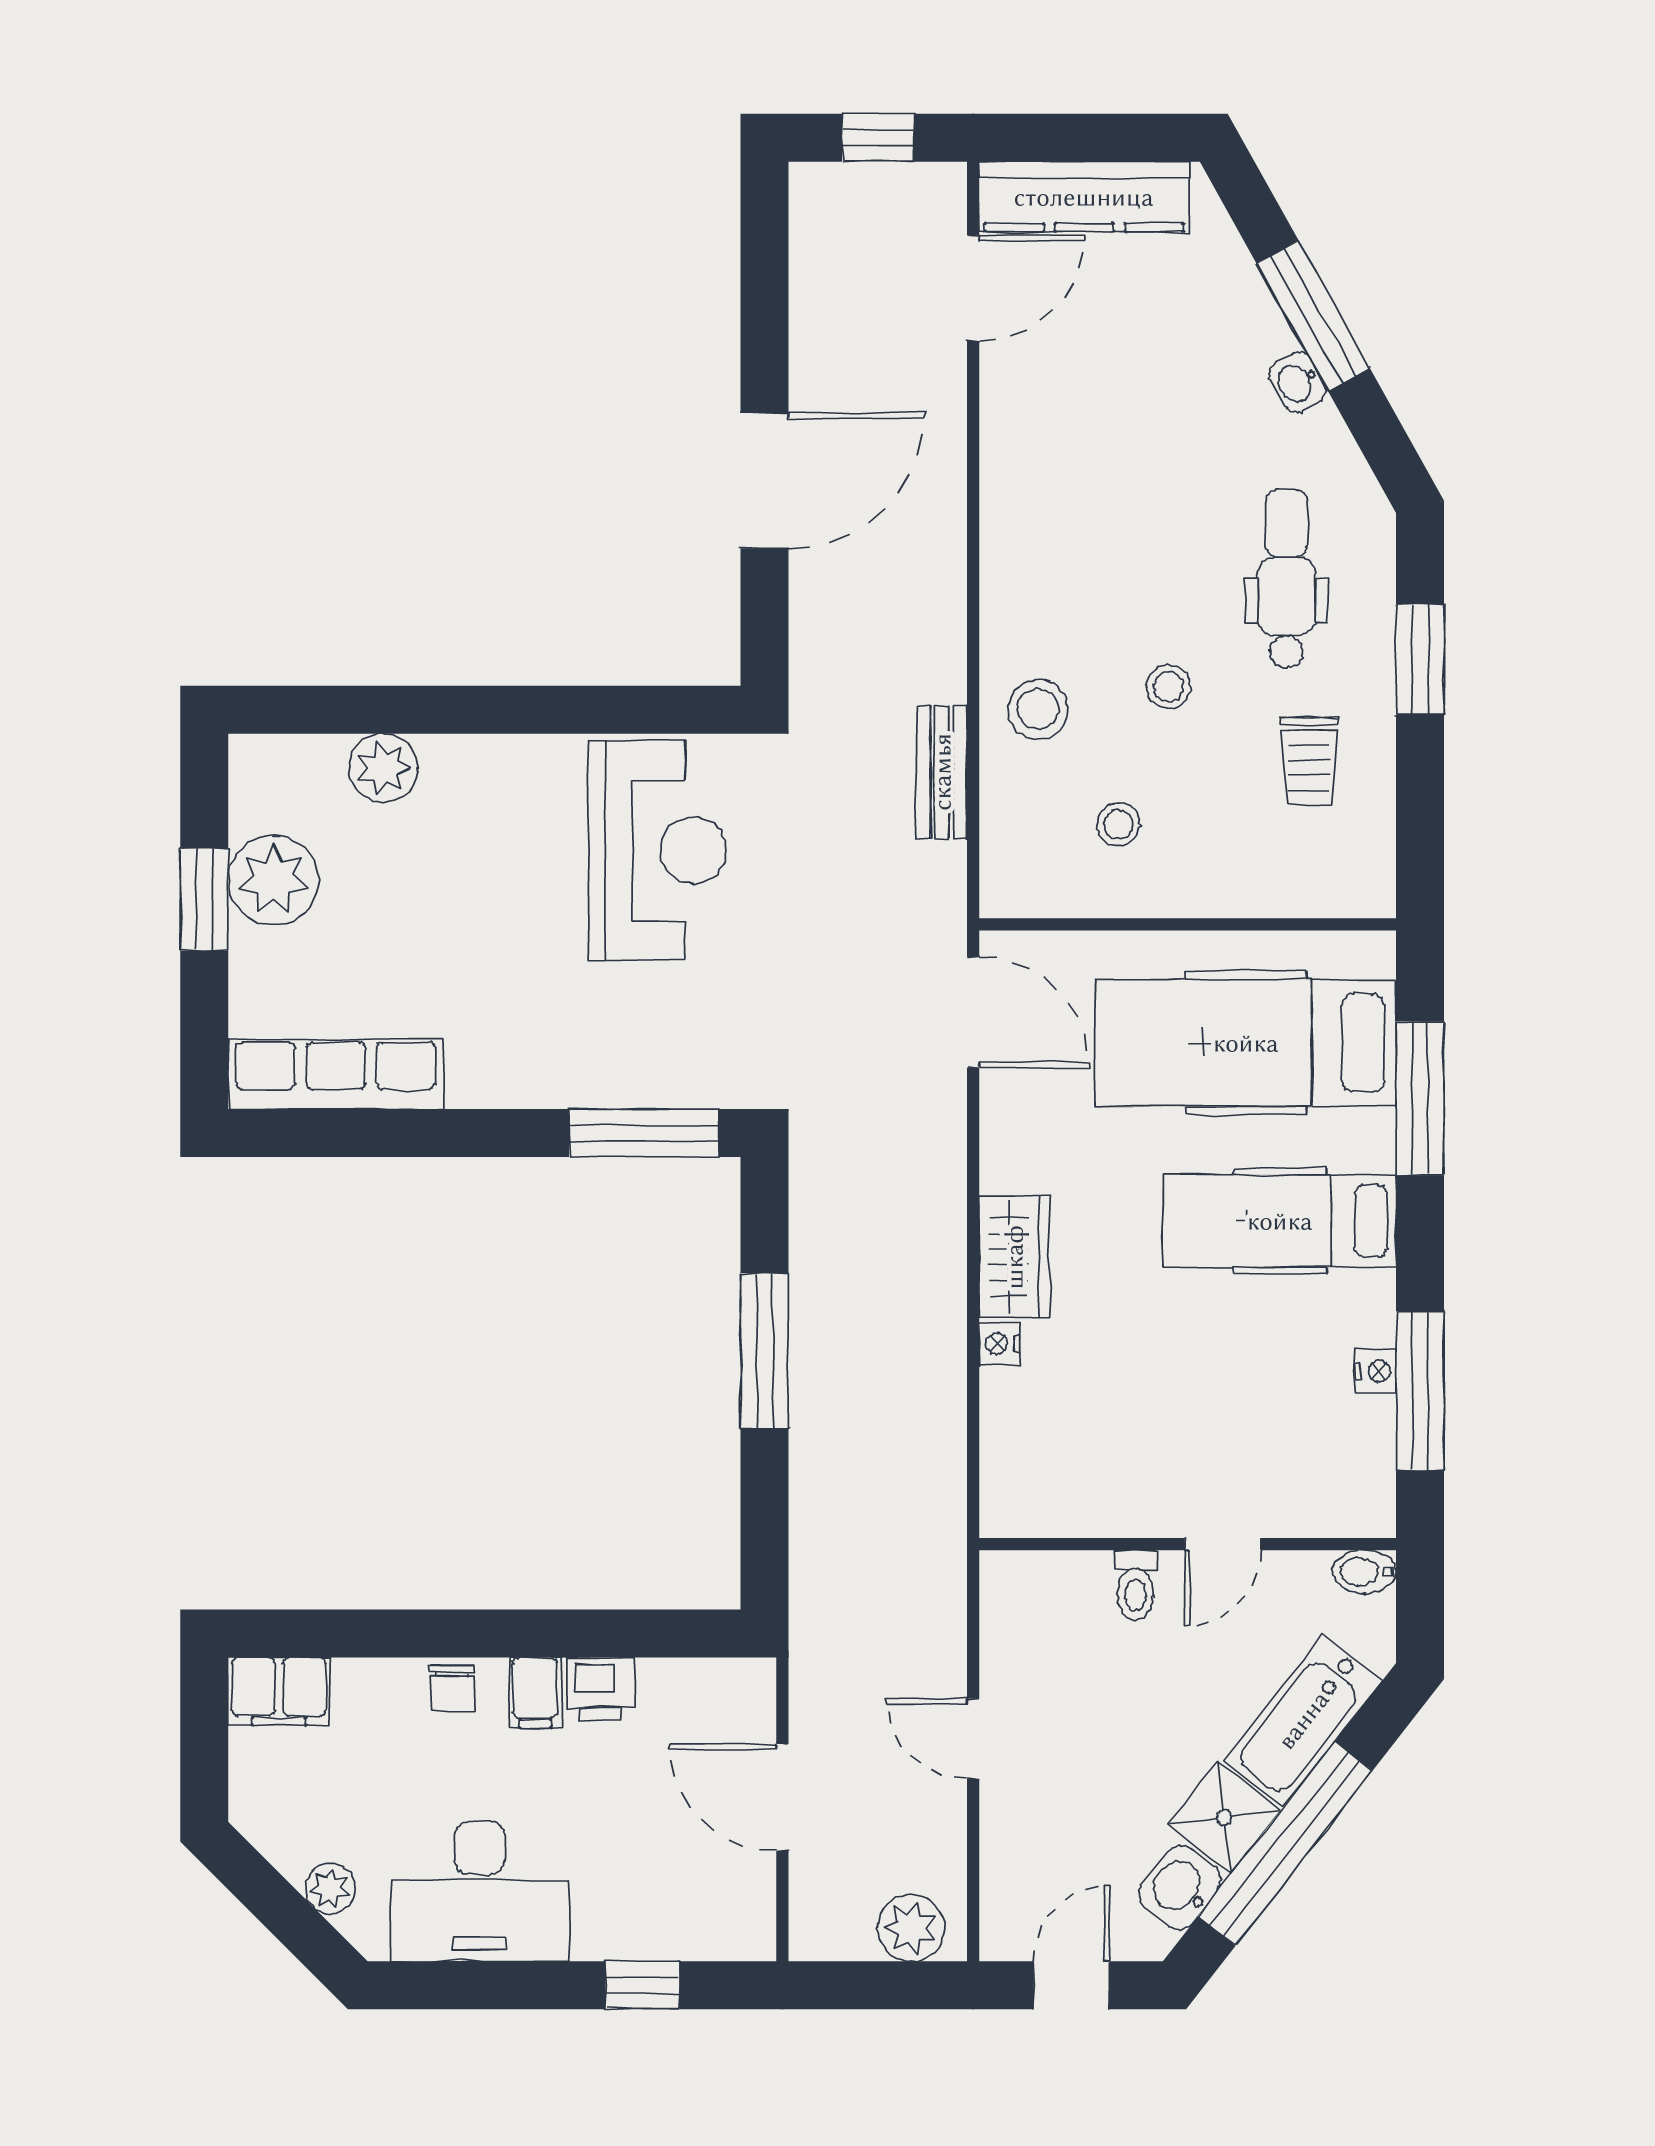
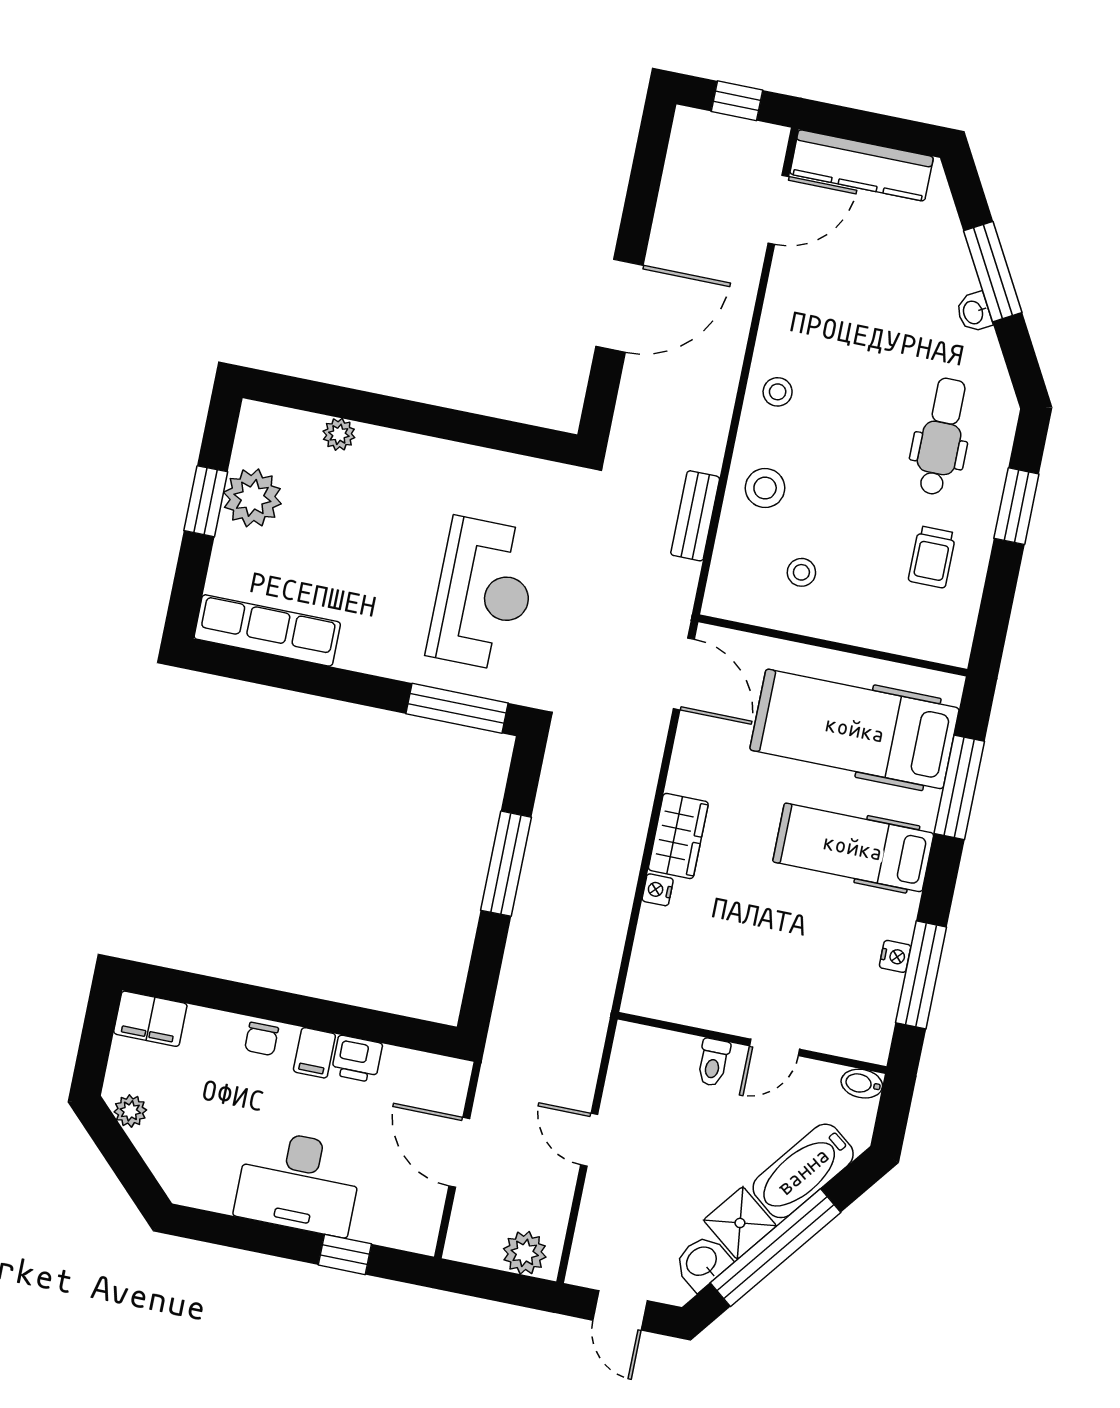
stool: (1169, 687) -> (778, 392), moved
plant: (383, 768) -> (339, 434), width x0.73, depth x0.73
reception desk: (657, 850) -> (483, 594), moved
plant: (330, 1889) -> (130, 1111), moved
desk: (480, 1891) -> (299, 1182), moved
door: (1071, 1985) -> (620, 1310), swing flipped

